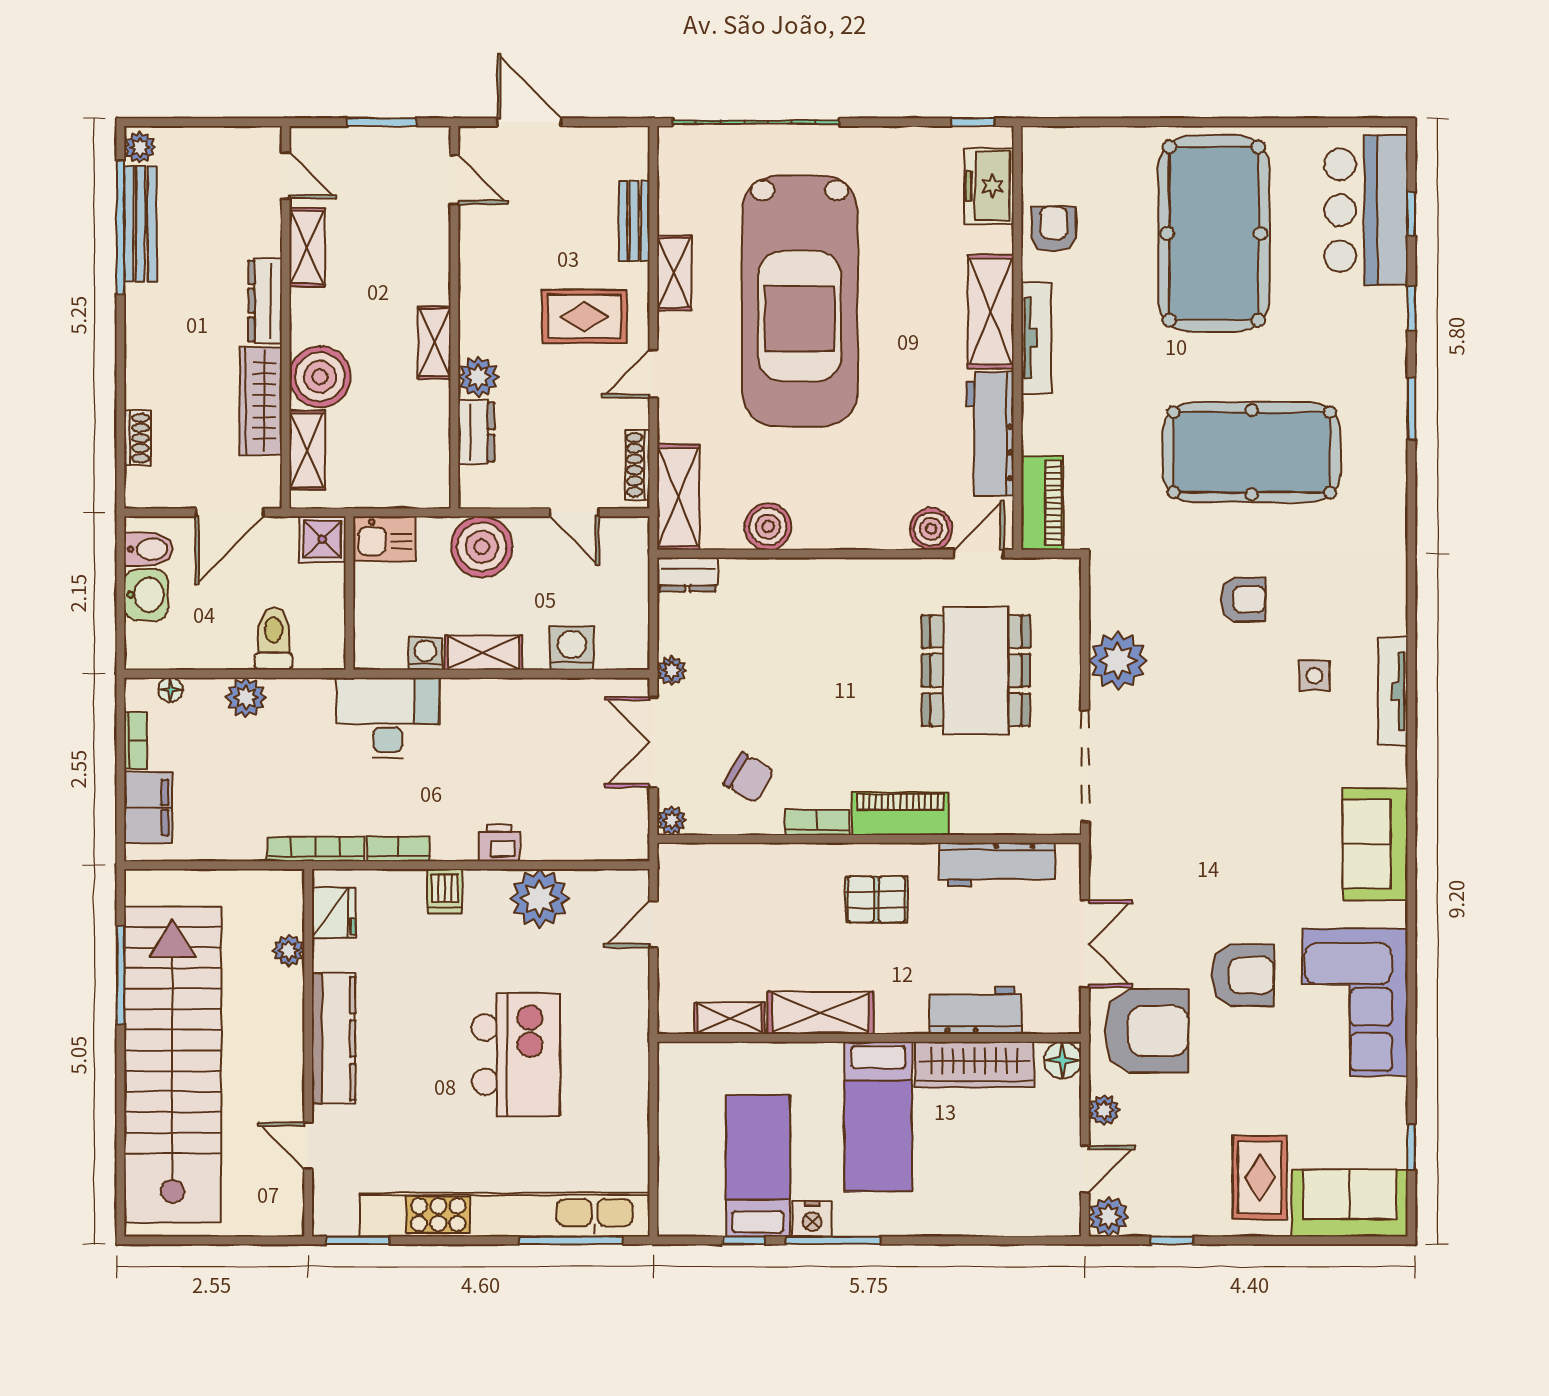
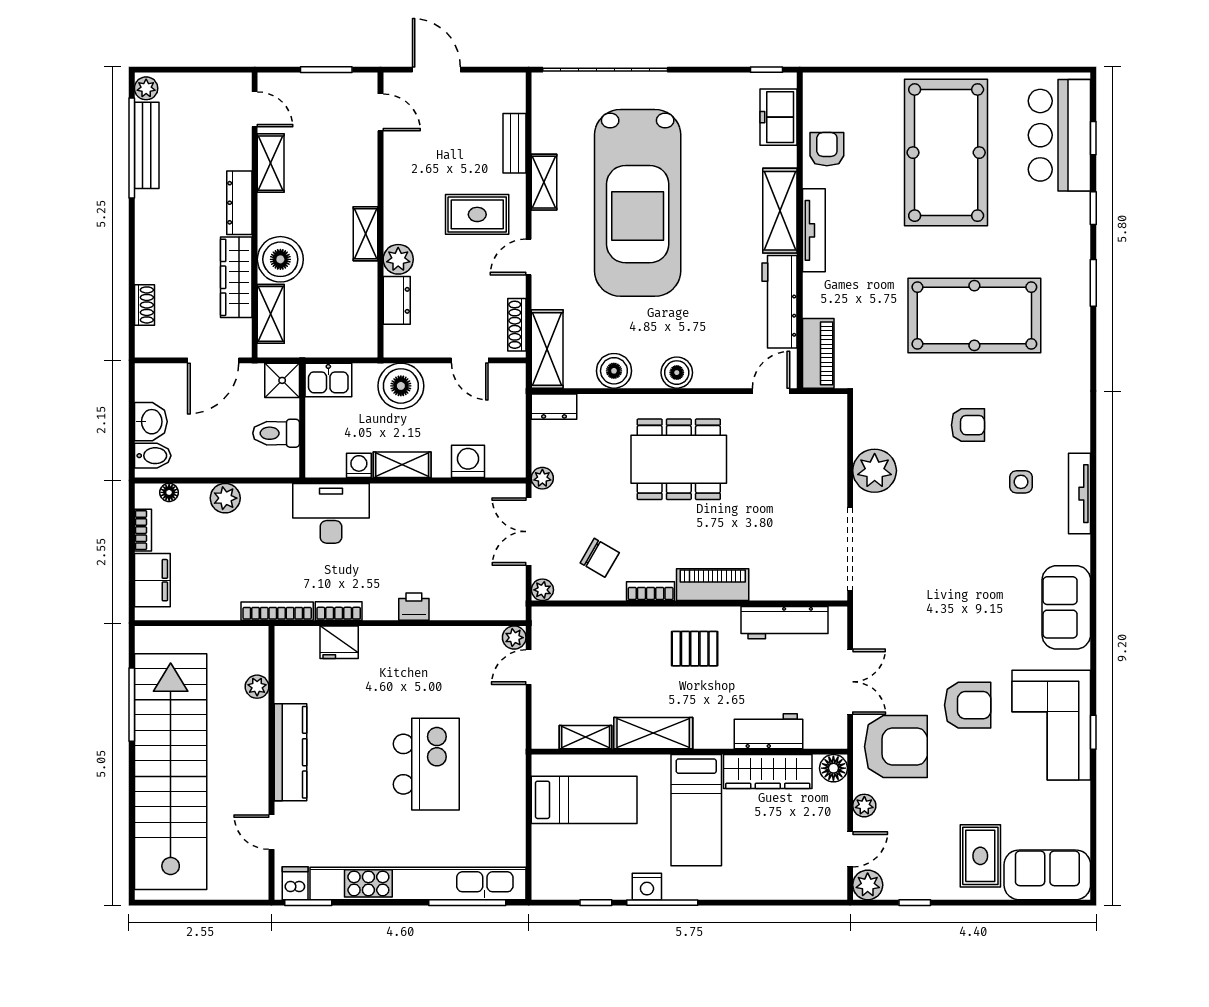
boiler: (931, 529) -> (677, 373), moved
bidet: (149, 549) -> (153, 456), moved
toilet: (274, 639) -> (276, 433), moved, turned -90
dining table: (976, 671) -> (679, 459), moved, turned 90
dishwasher: (445, 891) -> (295, 883), moved, turned 180
plant: (539, 898) -> (514, 638), moved, width x0.53, depth x0.53
fridge: (334, 913) -> (339, 642), moved, turned 90
window: (1411, 1147) -> (1093, 732), moved
bed: (758, 1166) -> (584, 800), moved, turned 90

